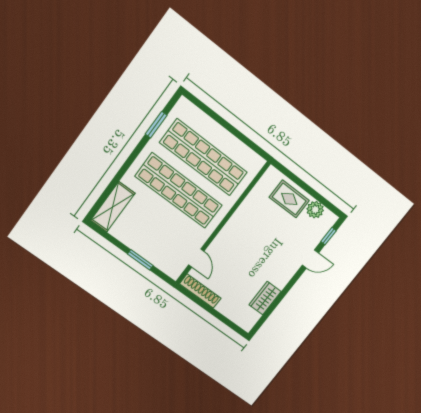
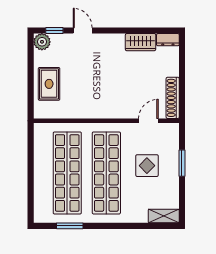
shelving: (113, 207) -> (164, 216), width x0.67, depth x0.75
plant: (315, 210) -> (42, 42), moved
display table: (160, 229) -> (147, 166), added
dresser: (250, 321) -> (168, 40), added

